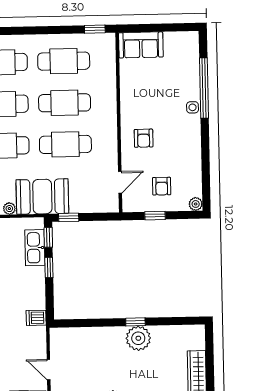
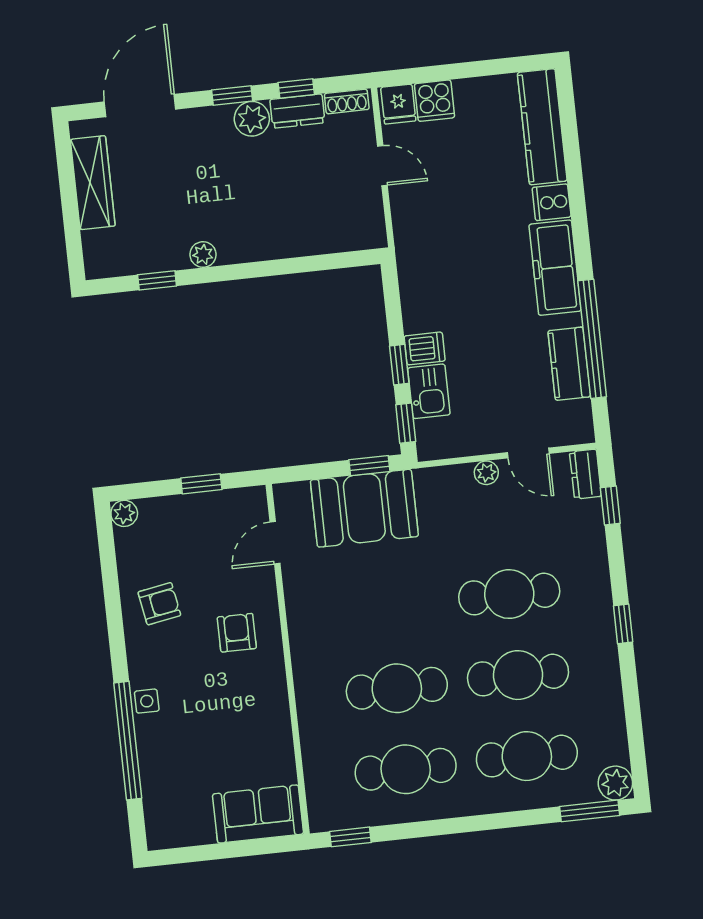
cafe table: (65, 144) -> (388, 607), removed
armchair: (162, 186) -> (159, 604), moved, turned 80
booth: (42, 197) -> (364, 508), moved
kitchen sink: (35, 248) -> (429, 391), width x0.73
dishwasher: (36, 318) -> (425, 348), moved
window: (135, 322) -> (157, 280), moved
plant: (138, 338) -> (203, 255), width x0.53, depth x0.53

